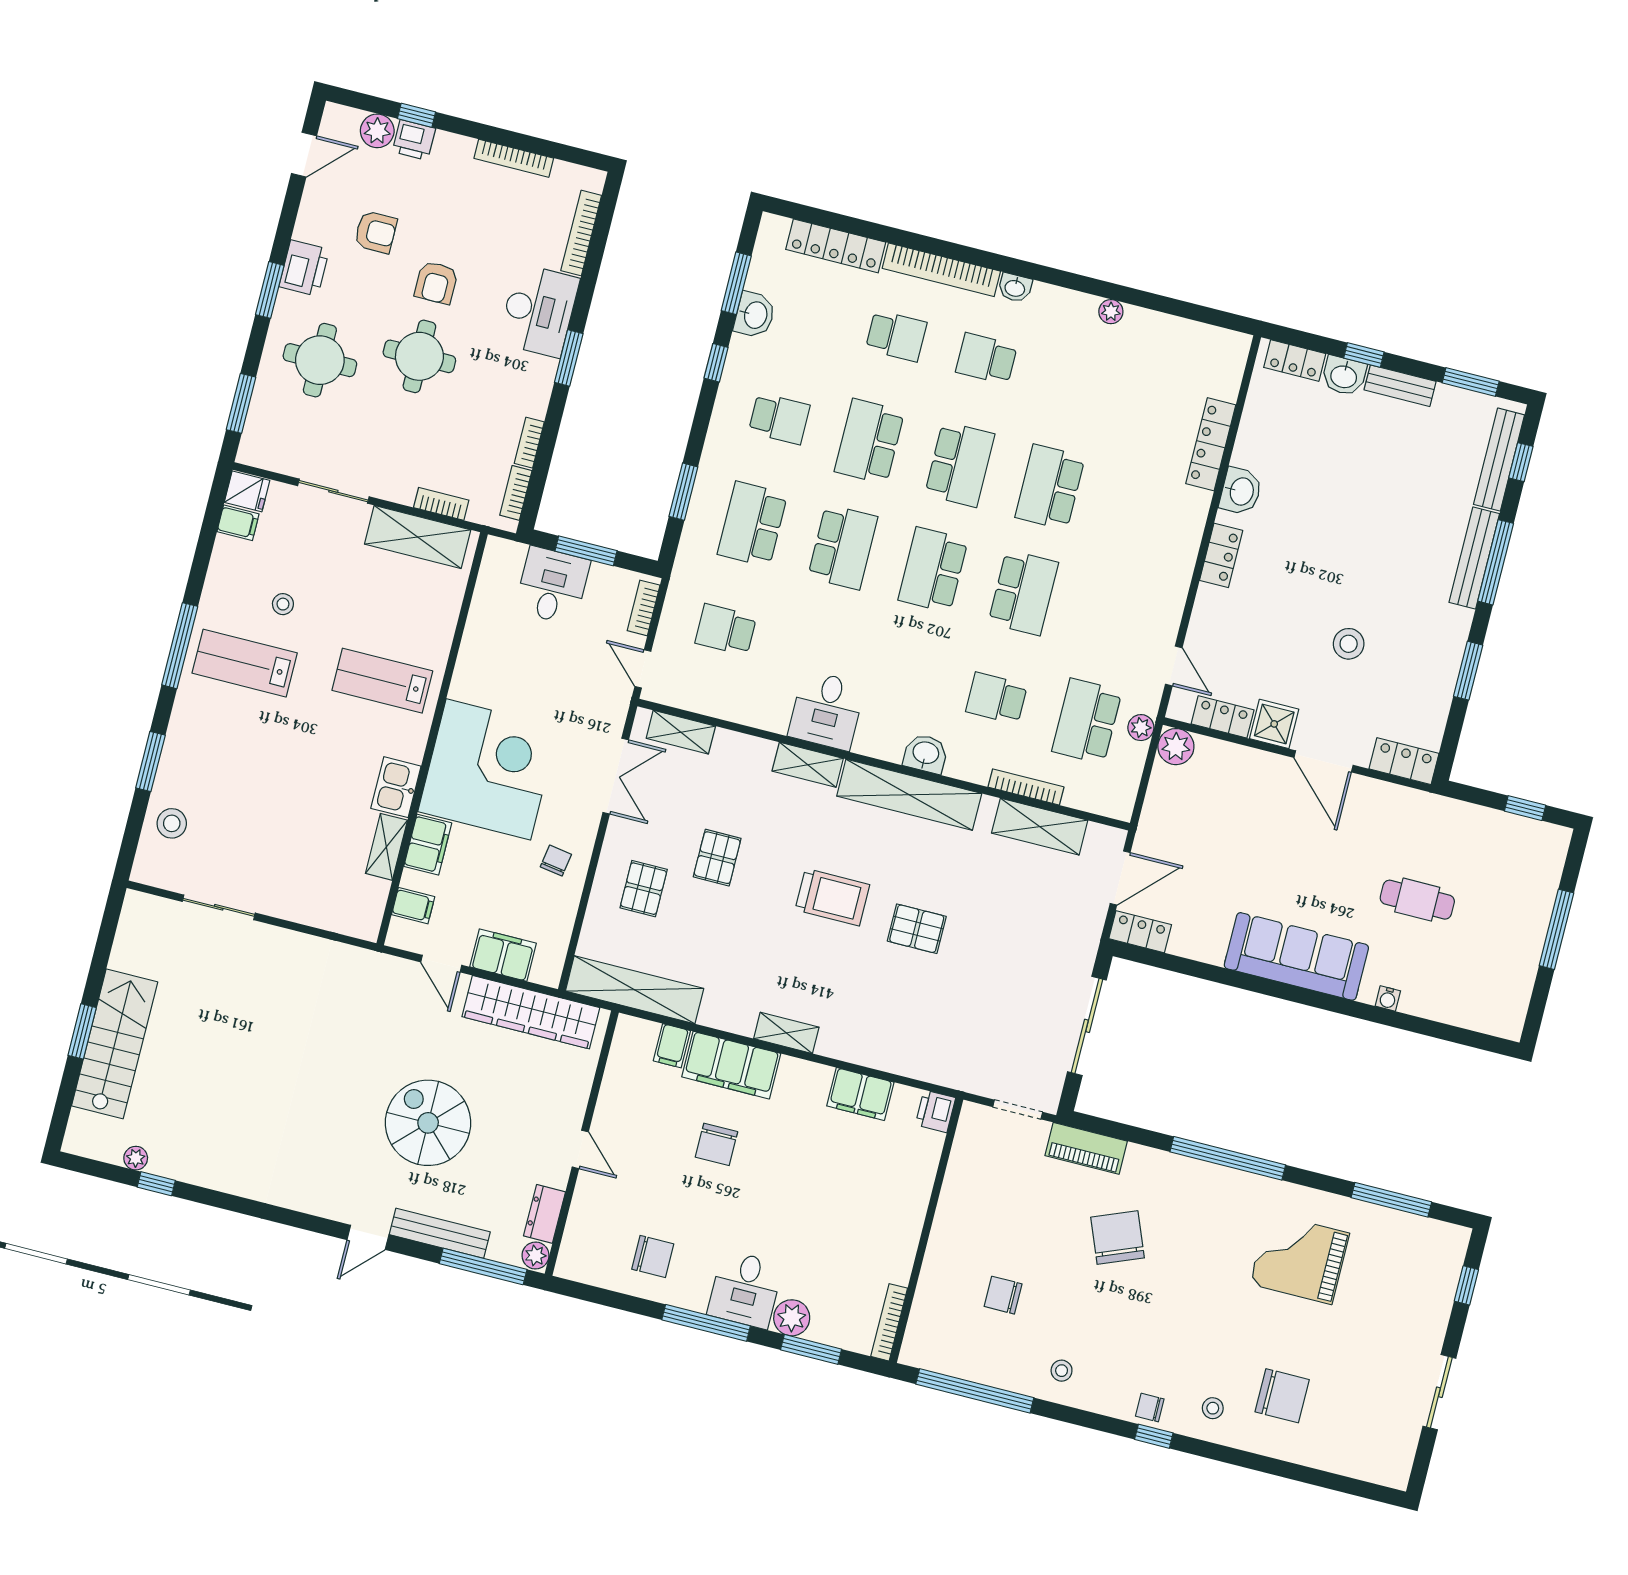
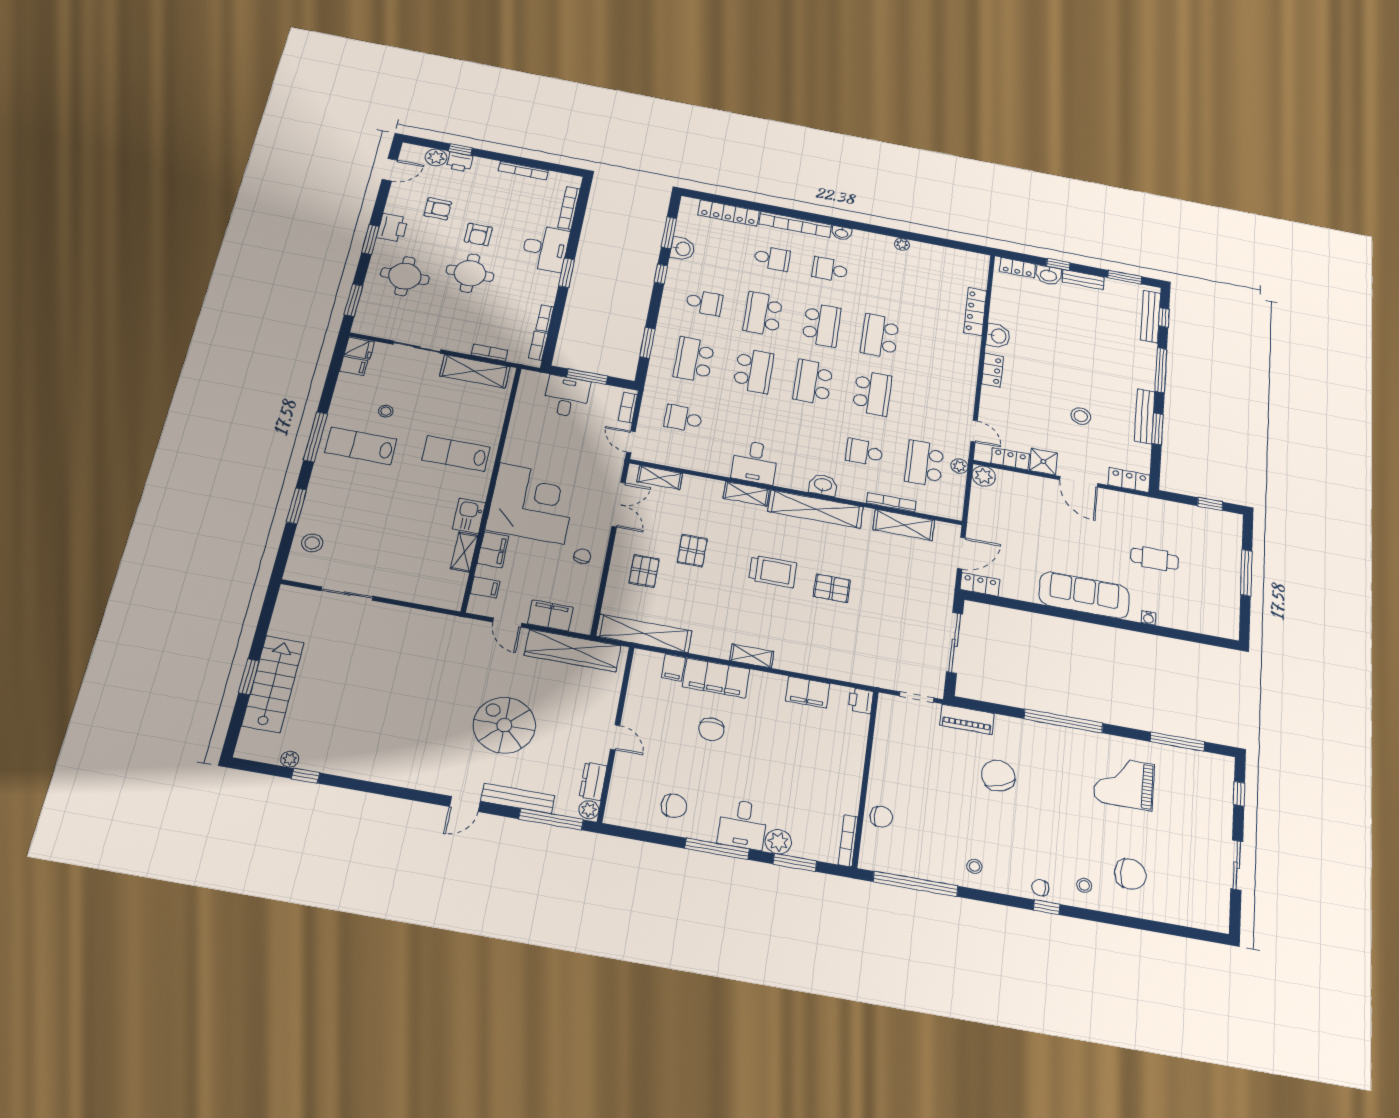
bench: (1474, 558) -> (1145, 416), moved
chair: (1003, 1295) -> (881, 817), moved, turned 180

